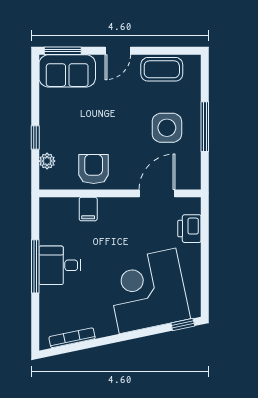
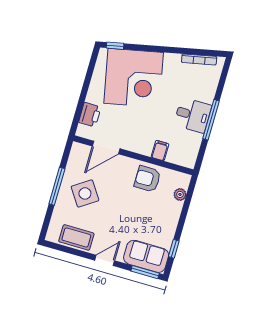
side table: (167, 128) -> (85, 193), turned -34
window: (35, 138) -> (174, 249), moved
armchair: (94, 169) -> (148, 179), turned 90

